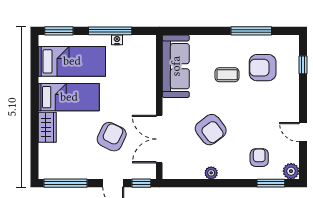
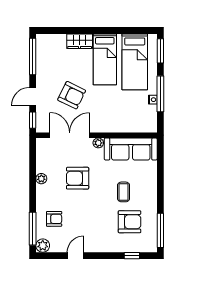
window: (251, 31) -> (160, 230), moved
armchair: (263, 68) -> (130, 222), turned 90
plant: (169, 105) -> (98, 143), added
armchair: (211, 130) -> (78, 178), turned 37
window: (271, 183) -> (33, 229), width x1.44

